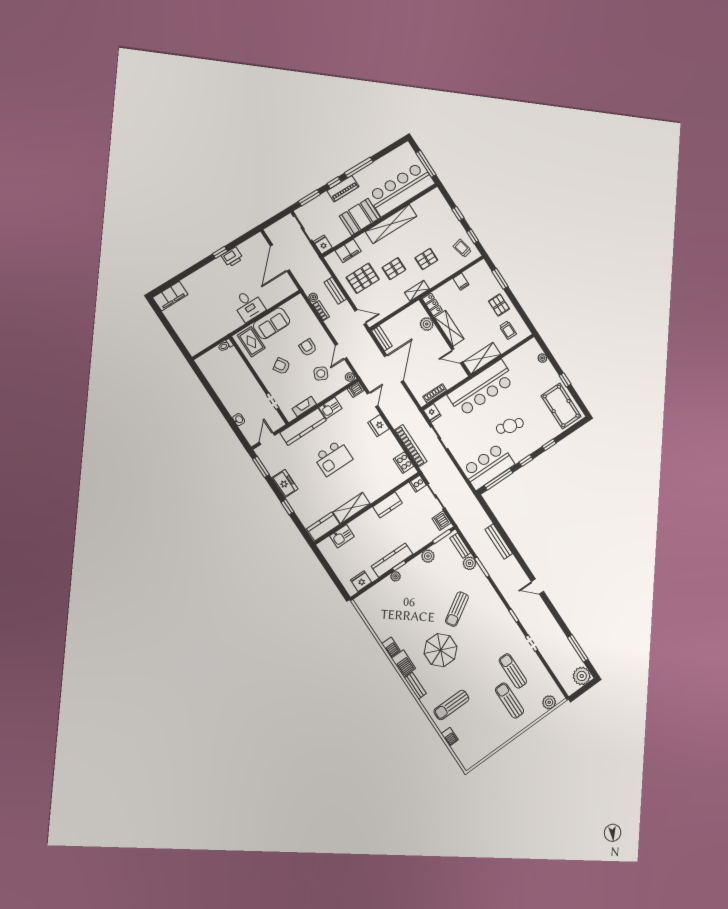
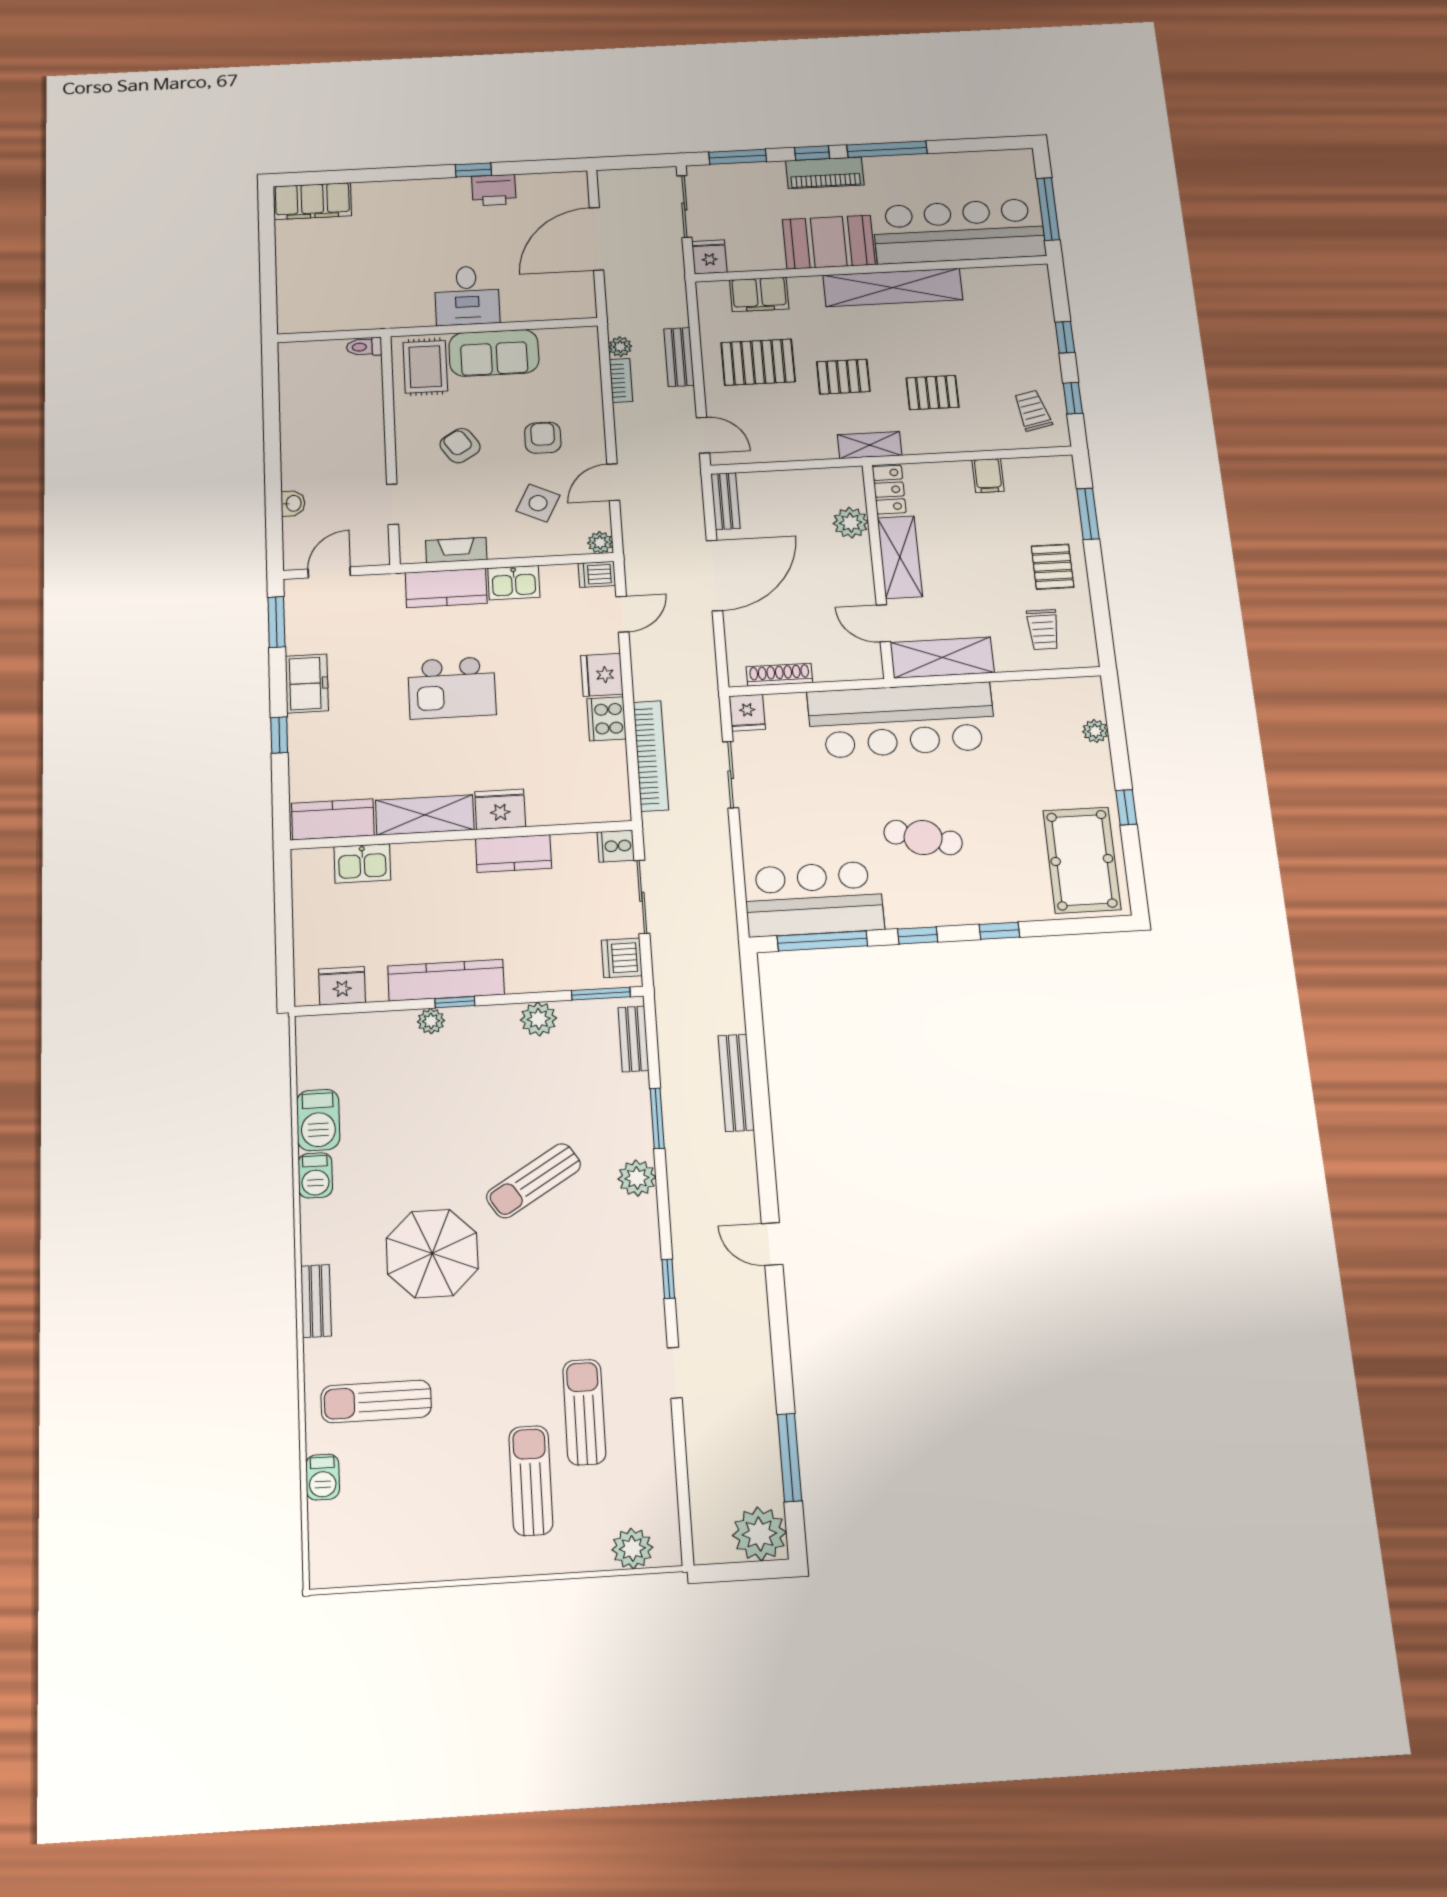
kitchen counter: (303, 427) -> (446, 588), width x0.67
cooker: (404, 463) -> (606, 719), moved
fridge: (374, 492) -> (500, 809), added
plant: (469, 563) -> (637, 1178), moved
barbecue: (403, 663) -> (318, 1120), moved

